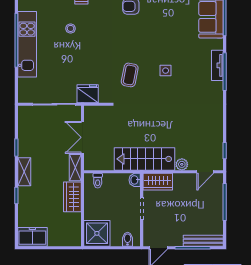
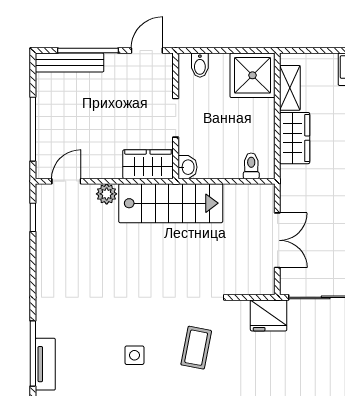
shelving: (75, 168) -> (290, 88), moved

